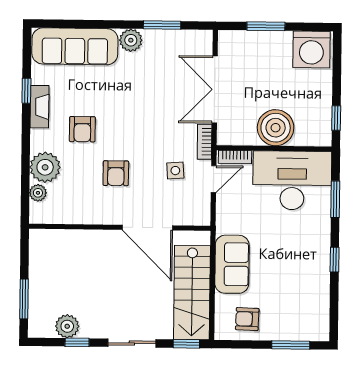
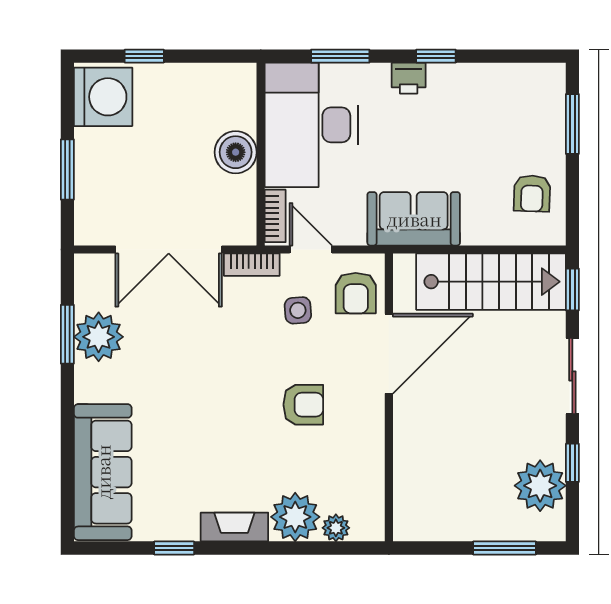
plant: (131, 40) -> (99, 337), moved, width x1.36, depth x1.36
fireplace: (40, 107) -> (234, 527), moved
window: (336, 118) -> (144, 56), moved
boiler: (276, 128) -> (236, 152), width x0.73, depth x0.73
armchair: (82, 129) -> (356, 293), moved, turned 90
printer: (321, 242) -> (409, 78), added
sofa: (232, 264) -> (414, 219), moved
plant: (67, 326) -> (540, 486), width x1.36, depth x1.36

